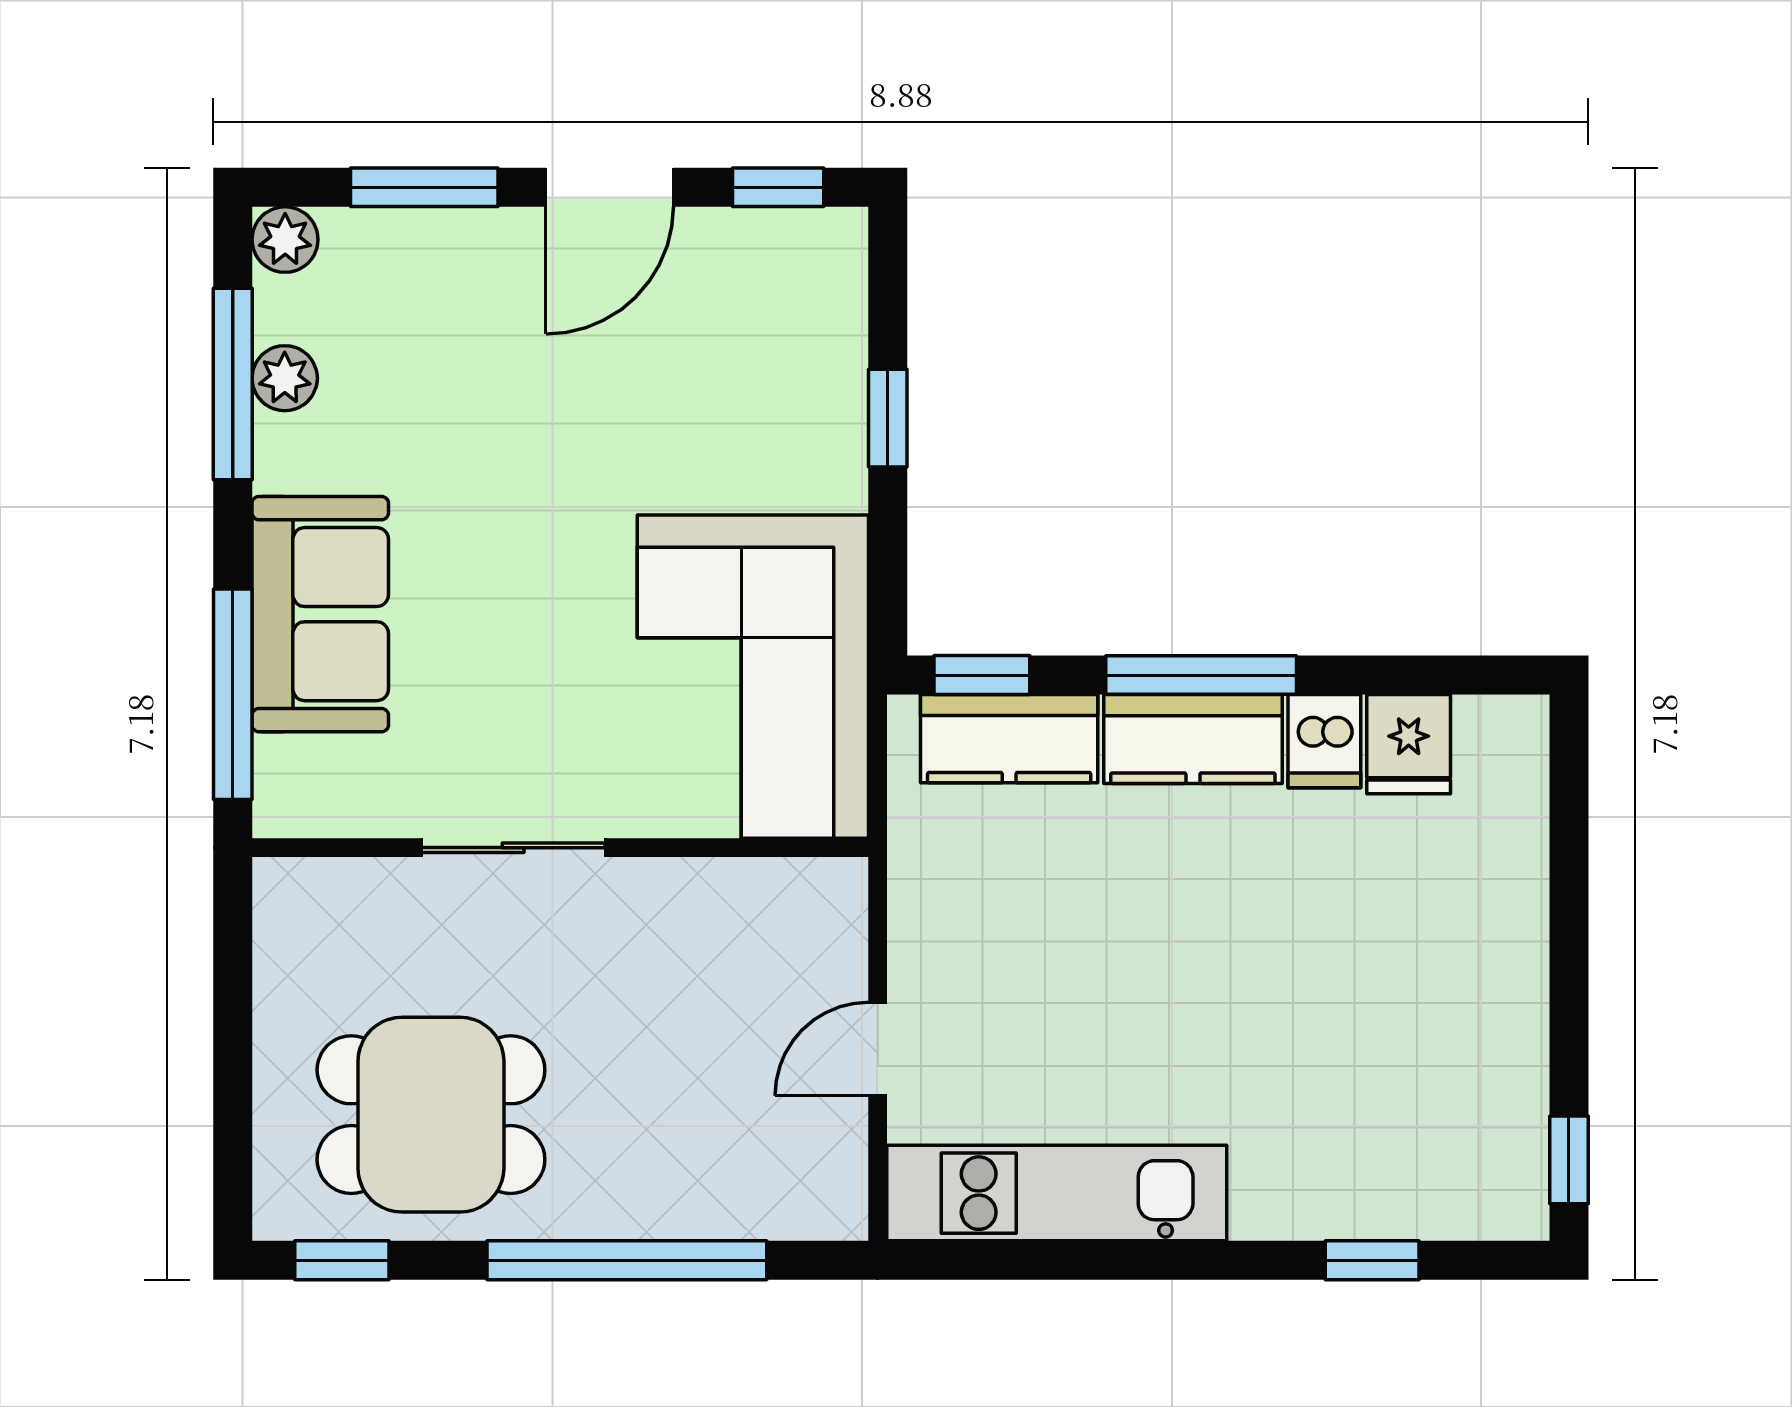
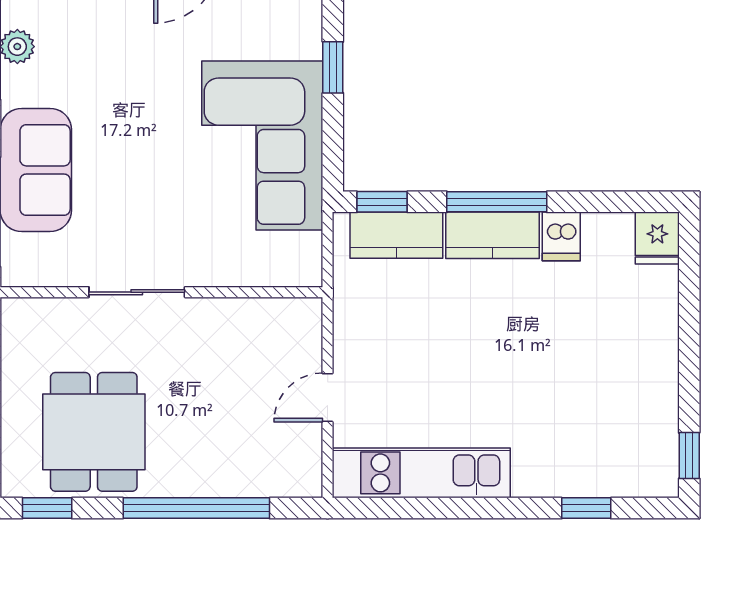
corner sofa: (753, 677) -> (262, 146), moved
fridge: (1409, 744) -> (657, 238), moved
dining table: (431, 1115) -> (94, 432), turned 90

